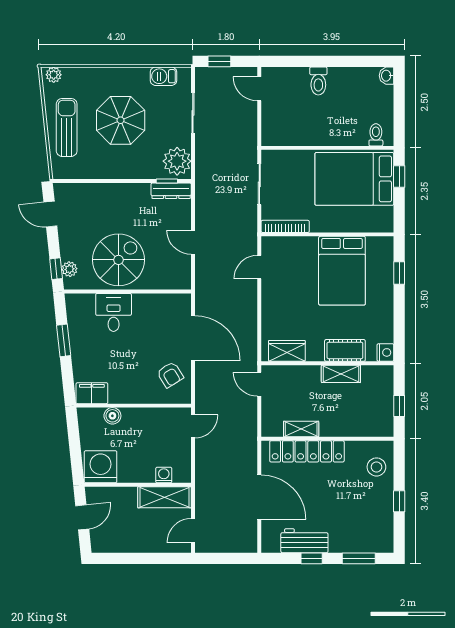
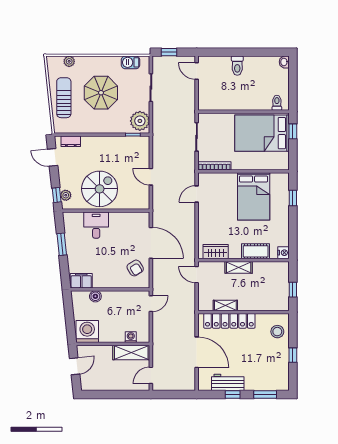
plant: (54, 75) -> (69, 61), moved
dresser: (171, 191) -> (71, 141), moved, width x0.70
shelving: (341, 374) -> (239, 267), moved

